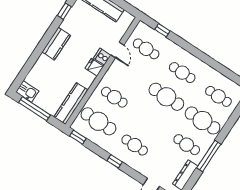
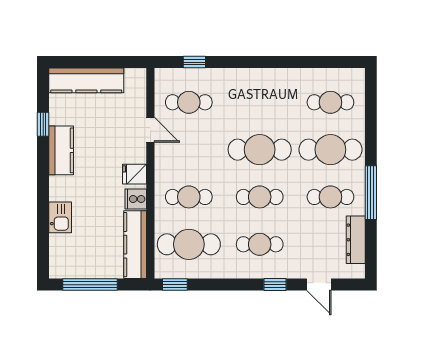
kitchen counter: (56, 44) -> (61, 150), moved
cooker: (102, 57) -> (136, 199), moved
cafe table: (182, 73) -> (260, 197), moved
kitchen sink: (27, 91) -> (60, 217), moved, turned 90
window: (115, 161) -> (275, 285), moved

